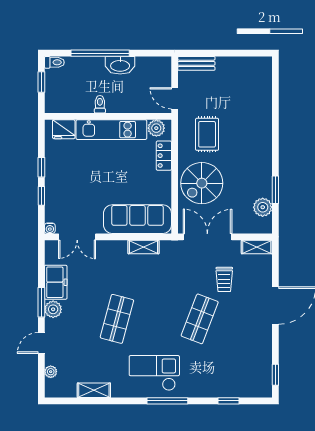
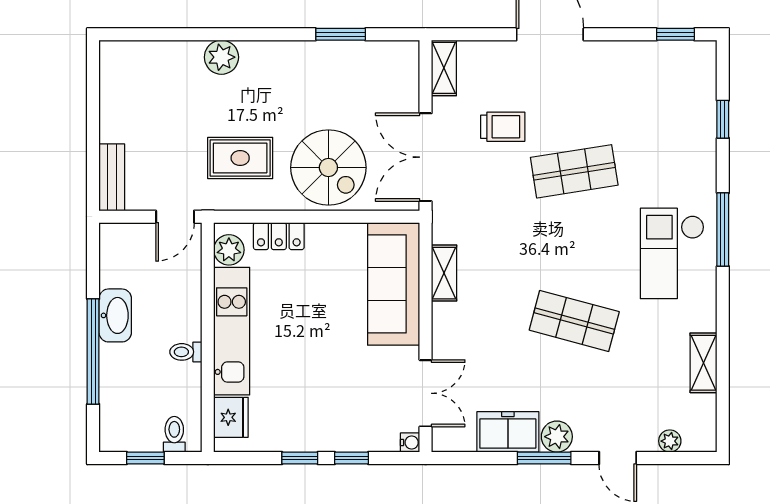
toilet: (54, 62) -> (174, 434), moved
plant: (263, 207) -> (221, 57), moved
shop shelf: (200, 319) -> (574, 171), turned -30

